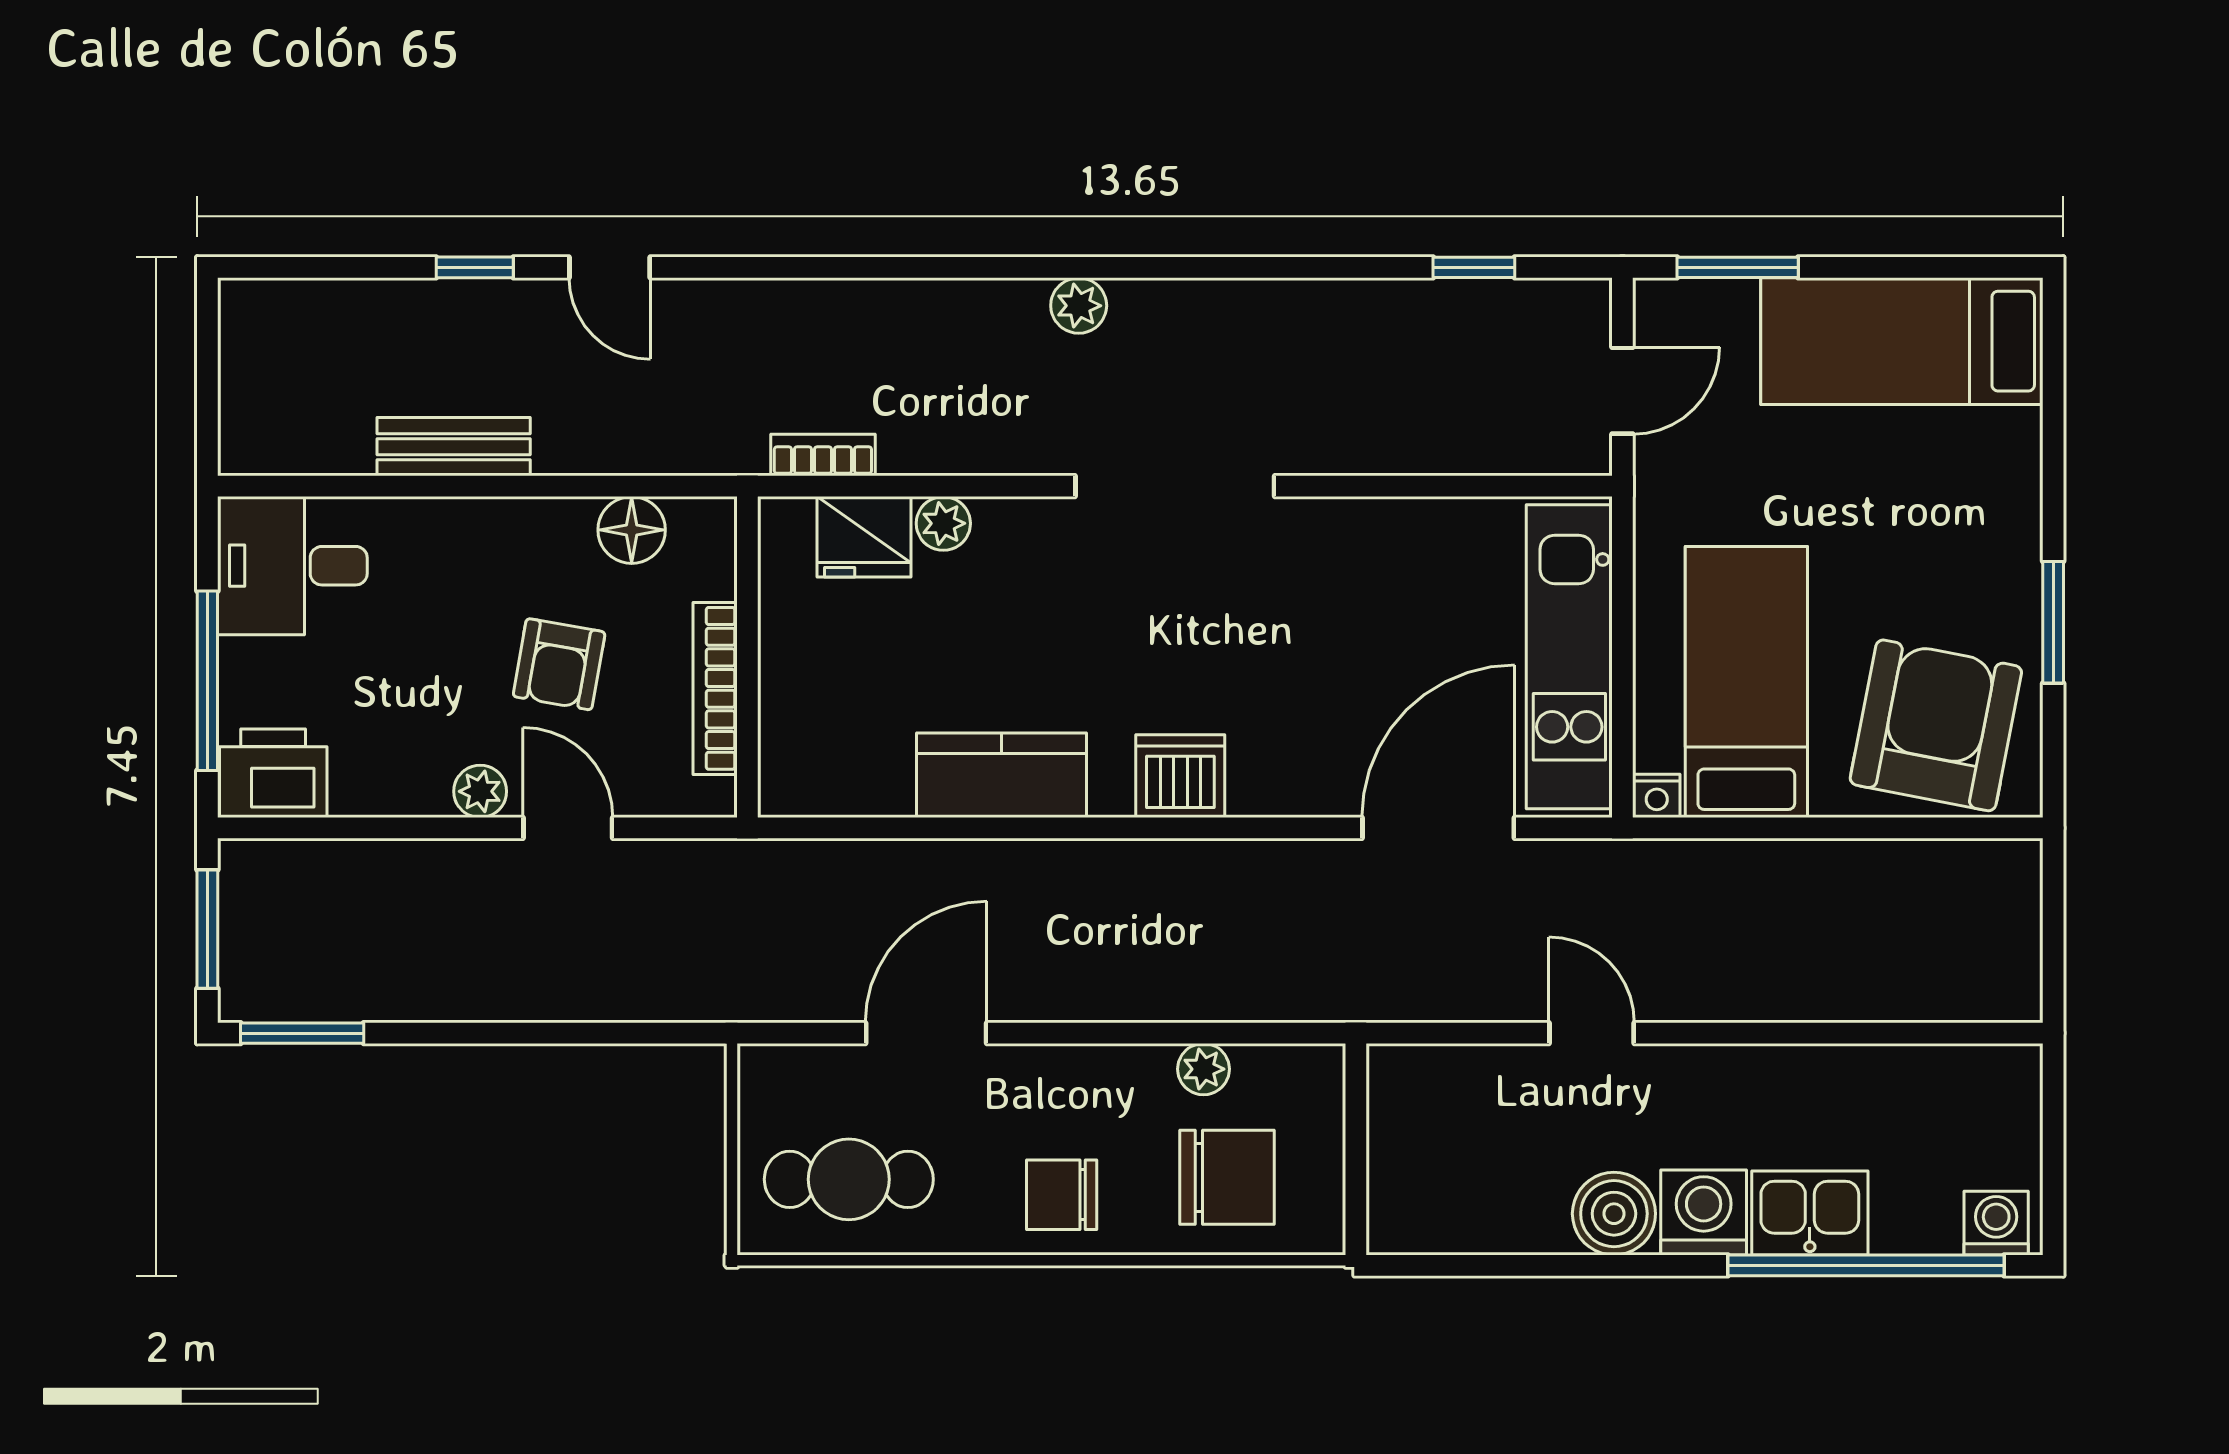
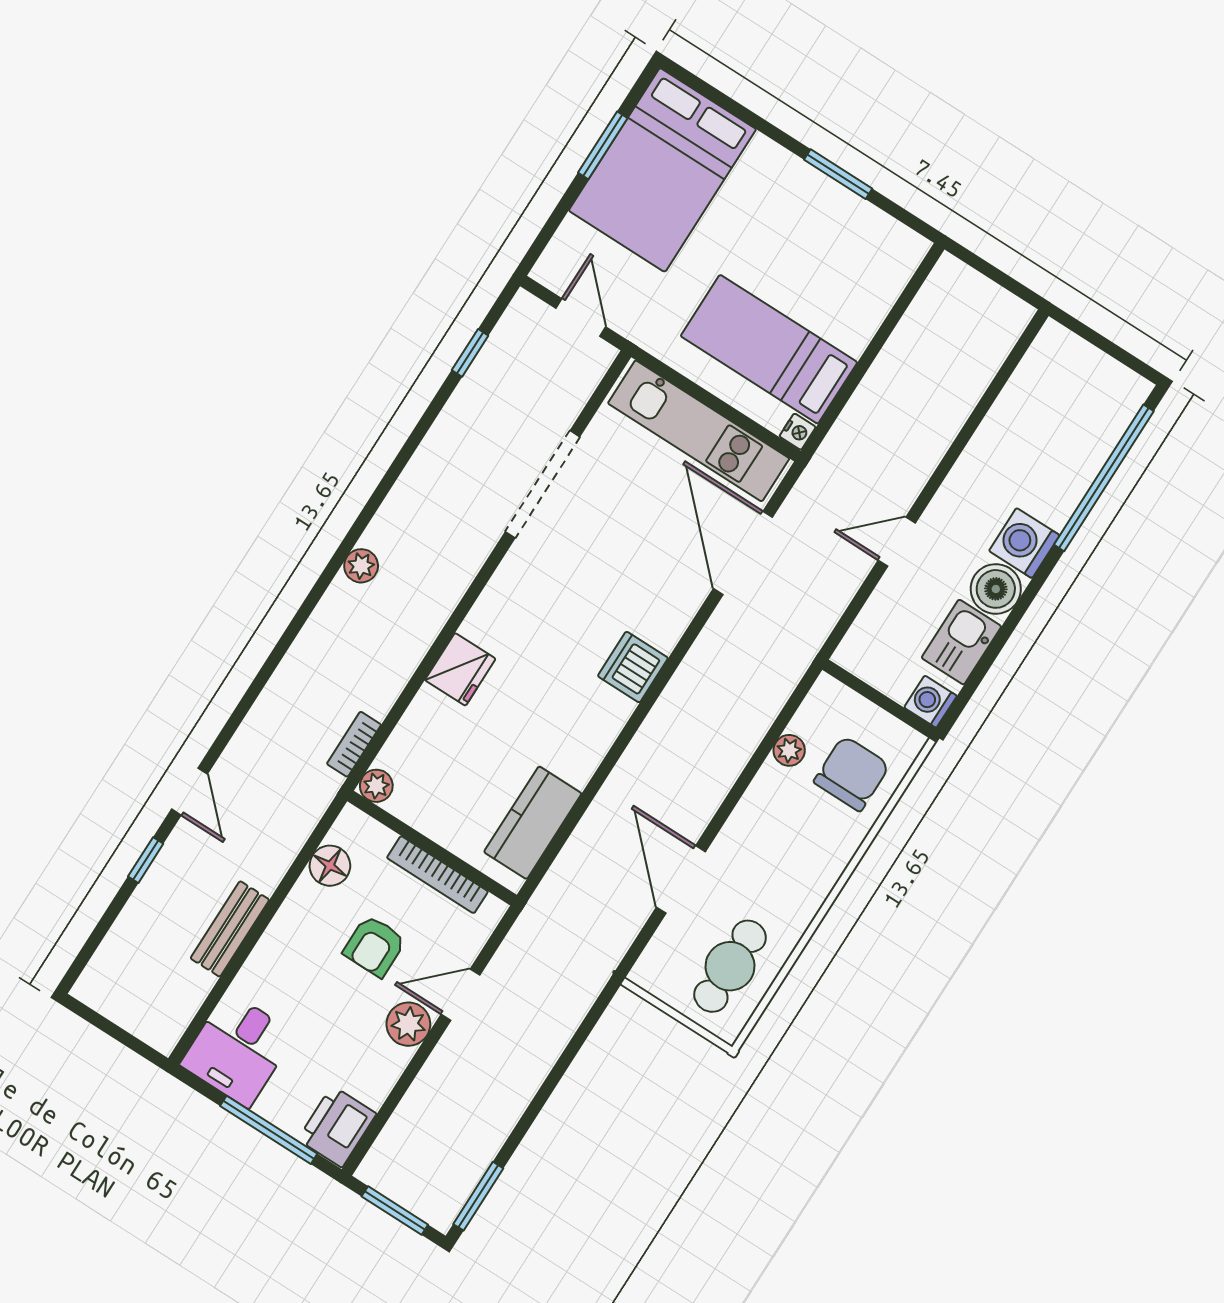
door: (610, 267) -> (190, 792), hinge flipped
window: (1738, 267) -> (603, 145), moved
bed: (1902, 341) -> (662, 170), width x1.50
doorway: (1175, 486) -> (543, 484), moved
plant: (943, 523) -> (376, 786), moved
fridge: (864, 537) -> (460, 669), moved
armchair: (559, 664) -> (374, 946), turned 80
armchair: (1936, 725) -> (852, 267), removed
kitchen counter: (1001, 775) -> (533, 823), moved
plant: (480, 791) -> (408, 1024), width x1.38, depth x1.38
chair: (1062, 1195) -> (807, 863), removed
kitchen sink: (1810, 1213) -> (961, 642), moved
washing machine: (1996, 1223) -> (931, 702), moved

